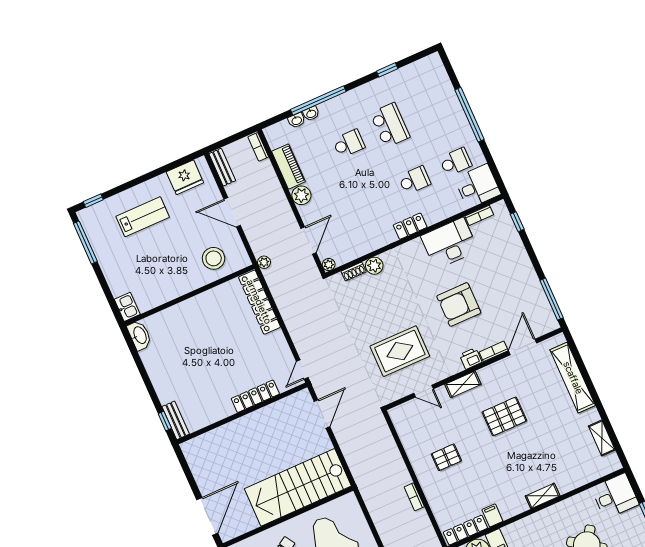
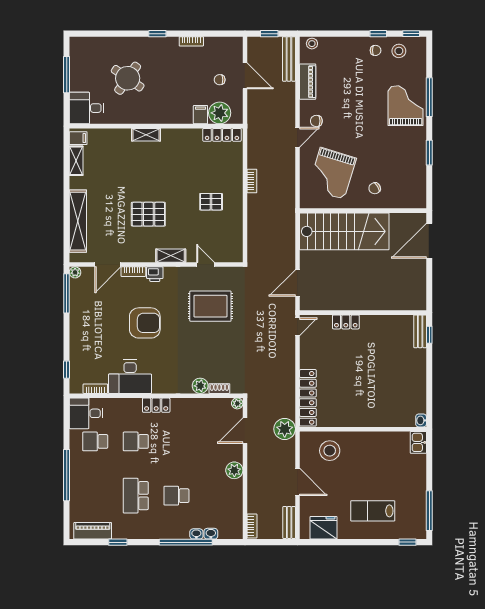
piano: (288, 167) -> (93, 531), moved, turned 90
plant: (264, 262) -> (285, 429), width x1.88, depth x1.88
plant: (552, 324) -> (75, 272), added
washbasin: (140, 335) -> (421, 420), width x0.52, depth x0.69
locker: (255, 396) -> (346, 322), width x0.66
filing cabinet: (492, 515) -> (78, 138), moved, turned -90

